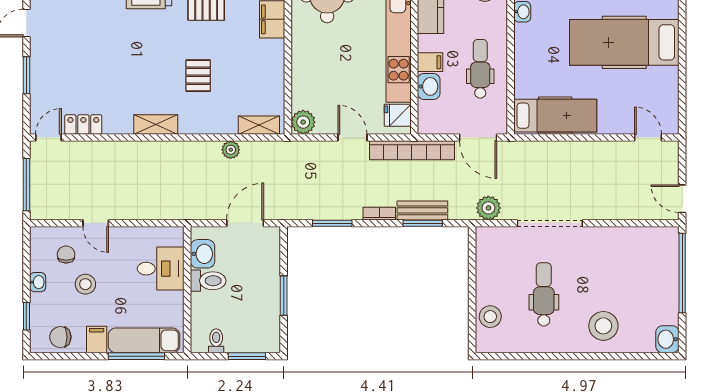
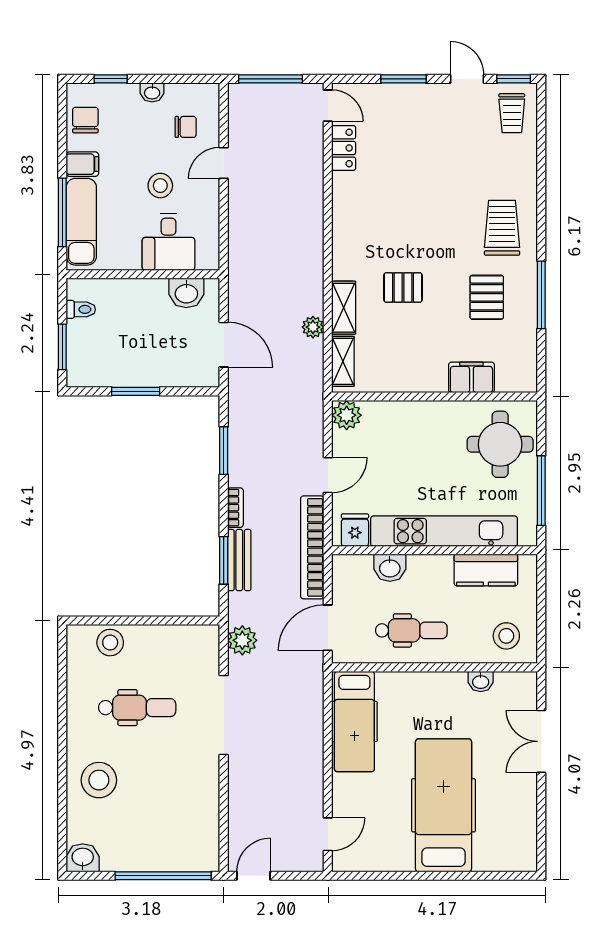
filing cabinet: (430, 62) -> (419, 569), removed
shelving: (156, 125) -> (344, 308), moved
toilet: (208, 281) -> (154, 300), removed
stool: (85, 284) -> (160, 186), moved

